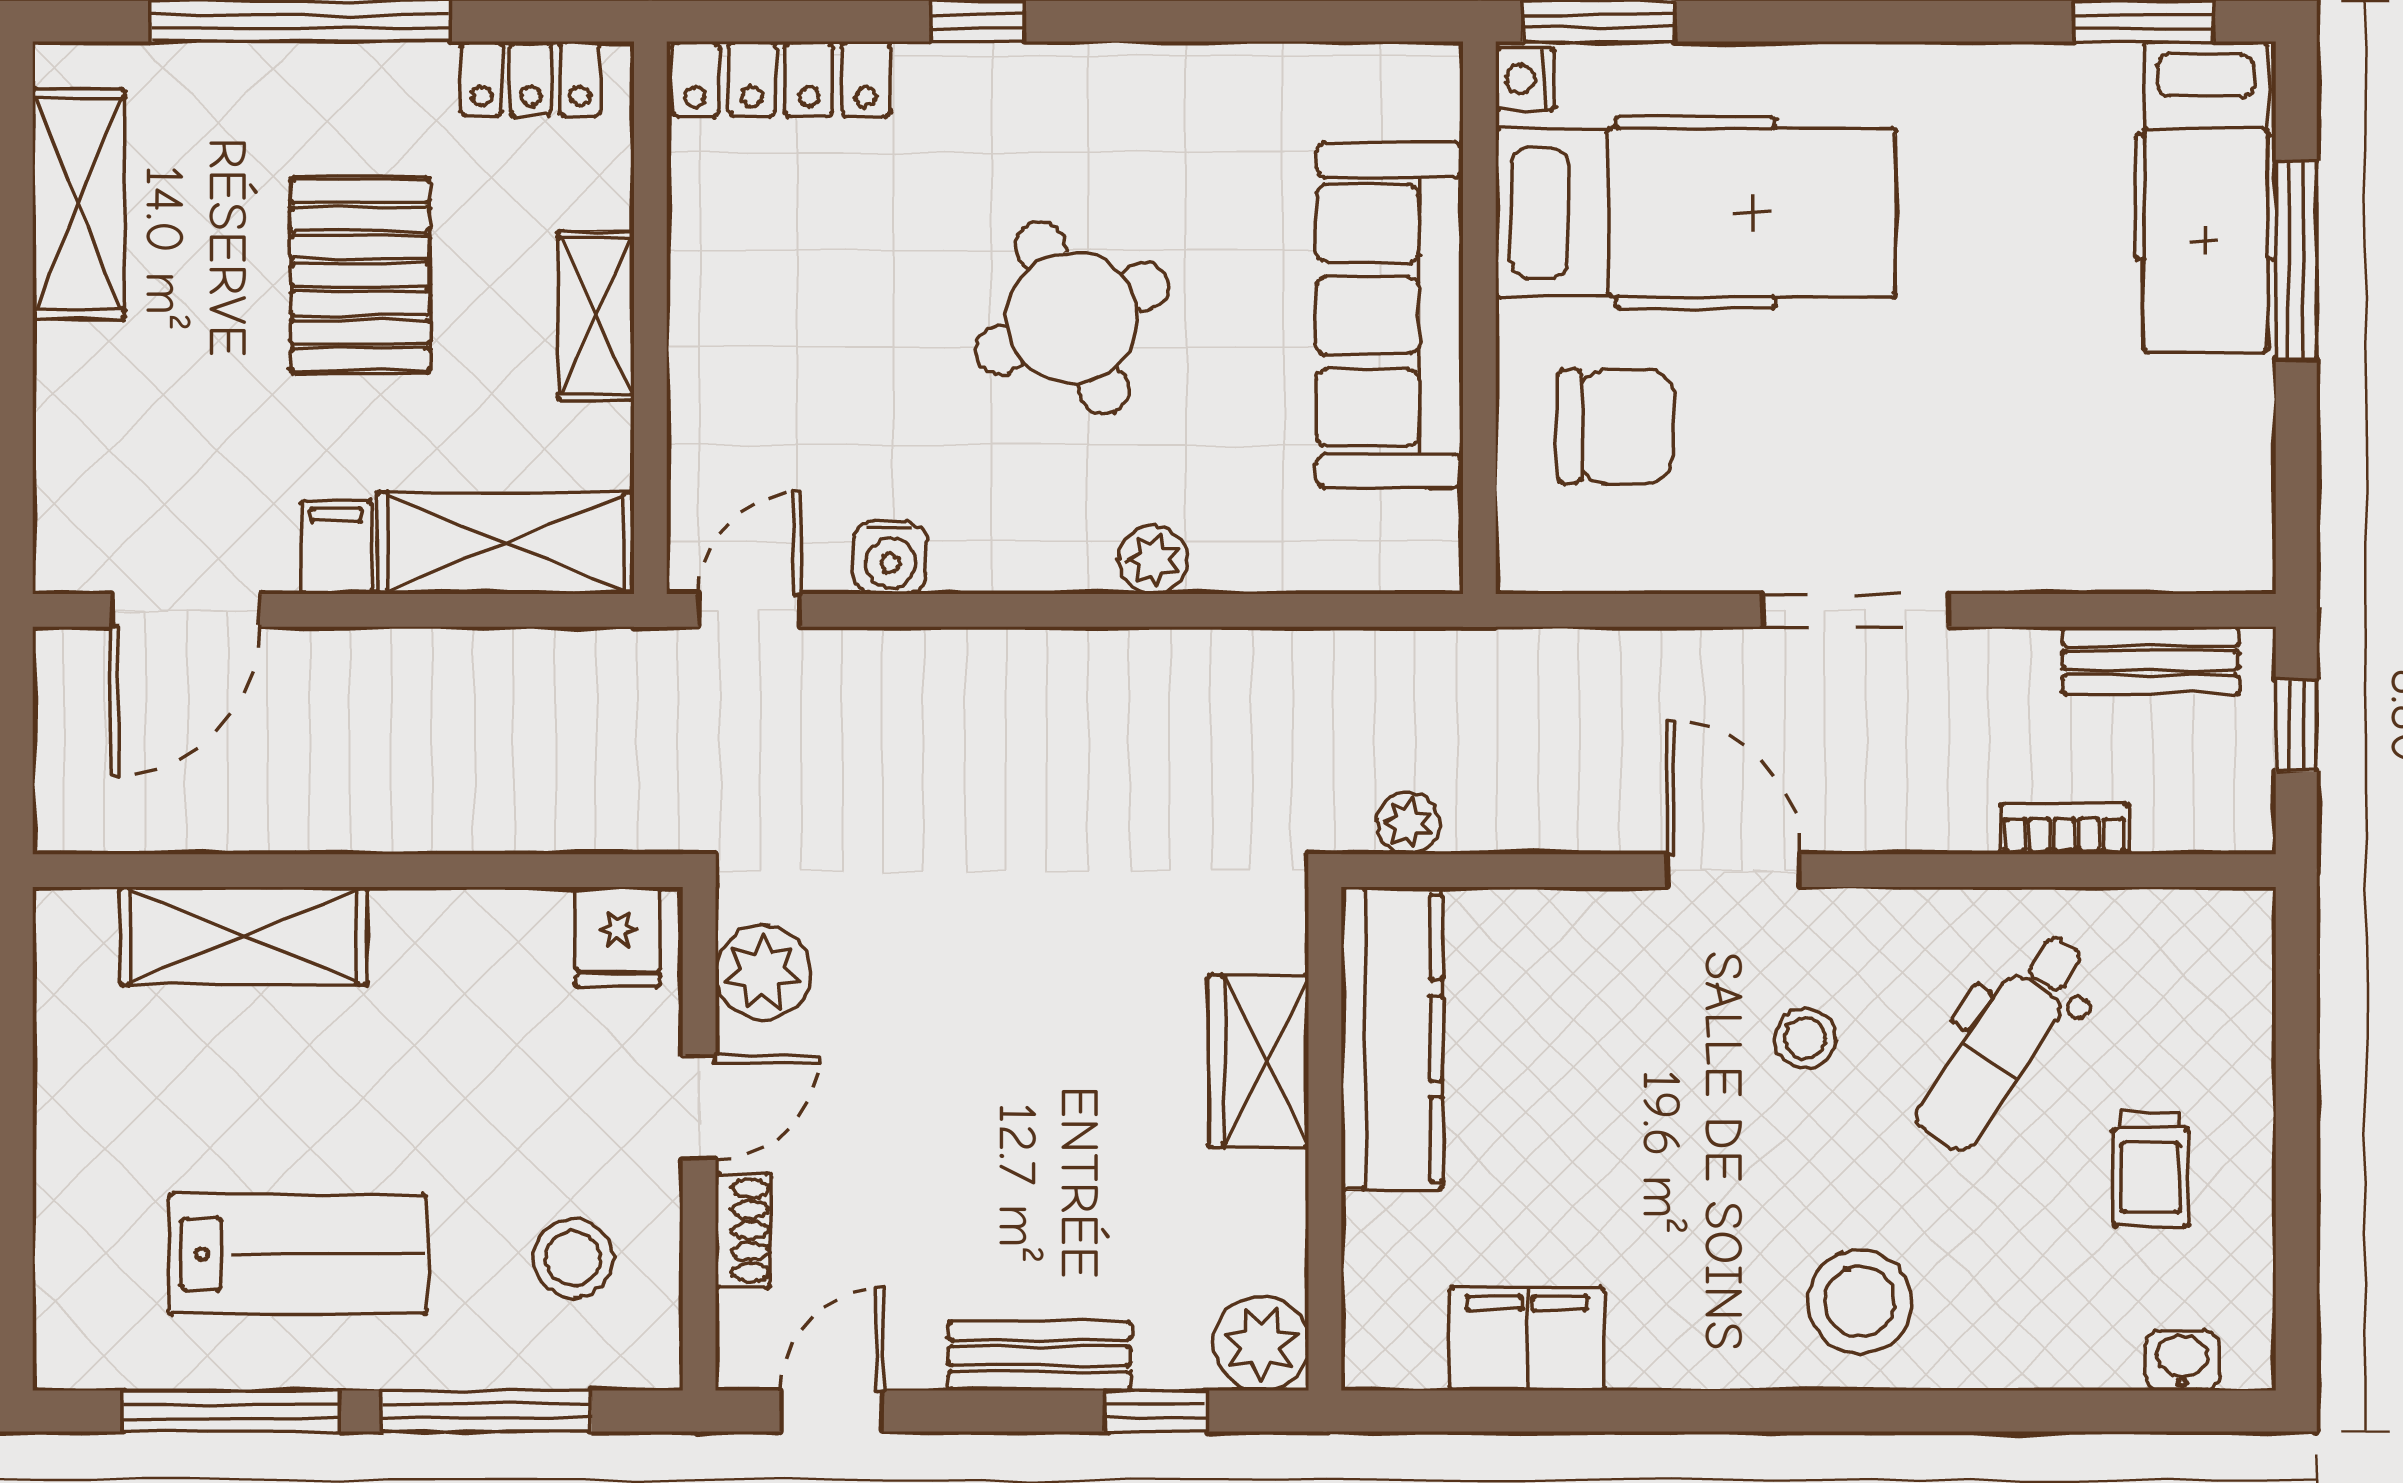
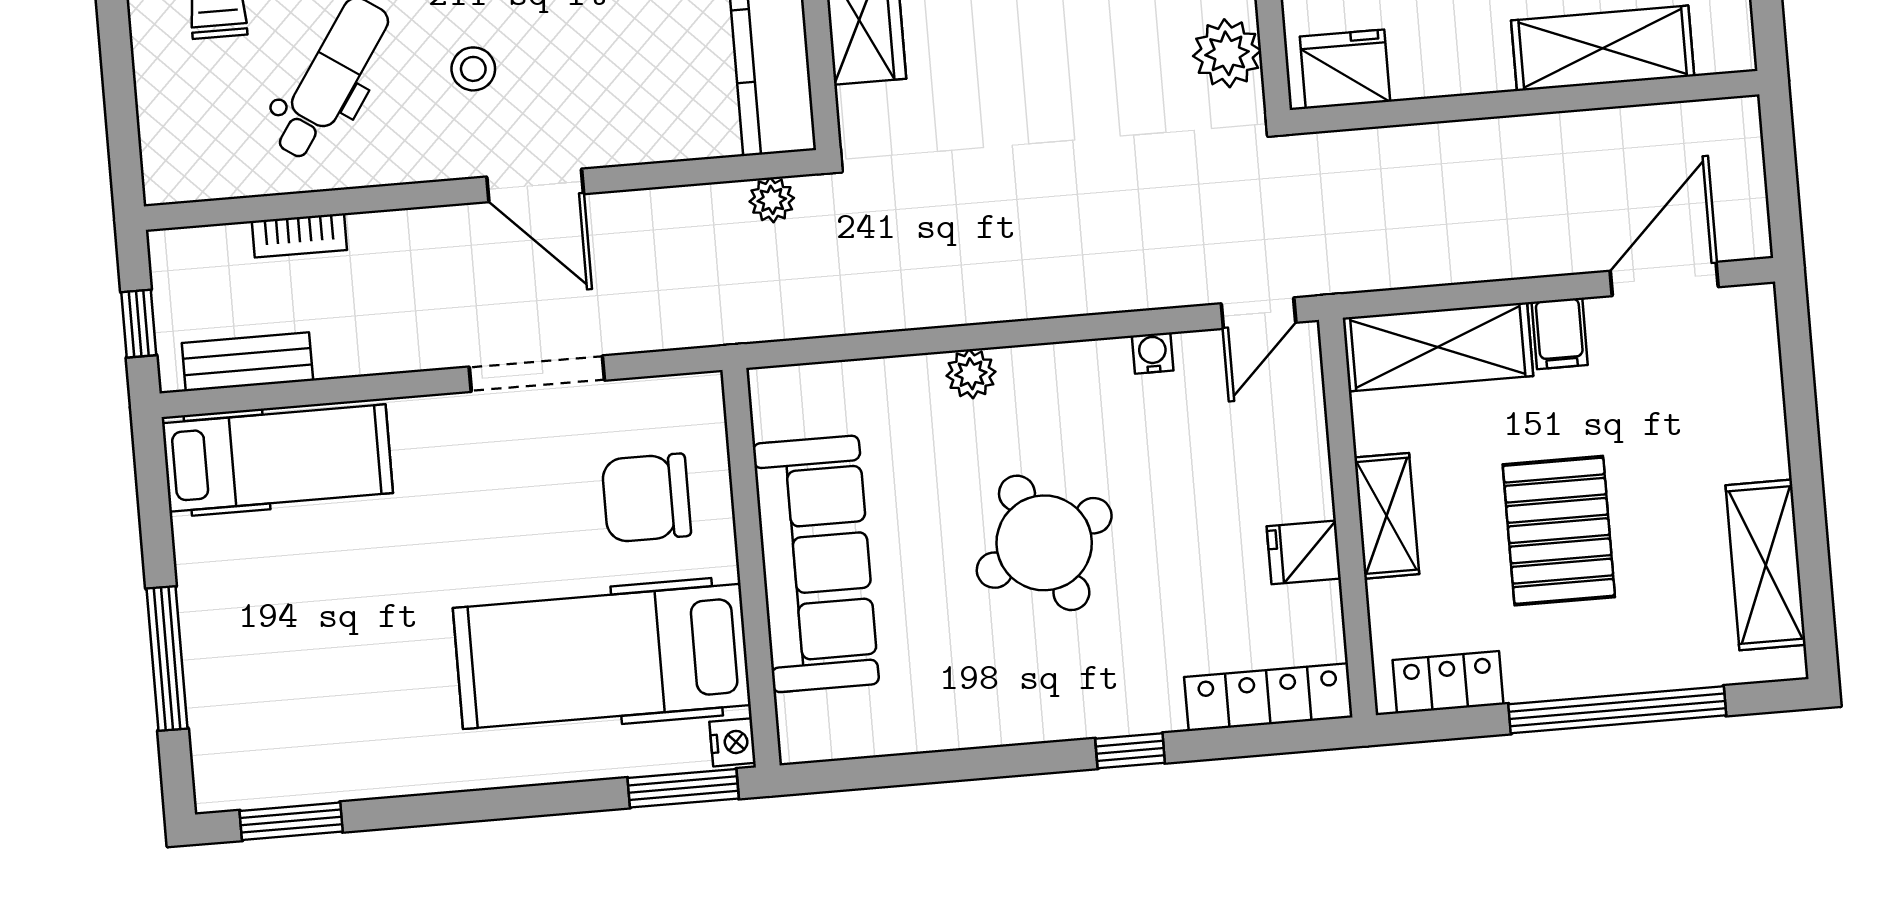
hospital bed: (2206, 197) -> (277, 458), moved, turned 90
fridge: (715, 275) -> (1304, 552), added
water cooler: (890, 557) -> (1153, 353), width x0.72, depth x0.72
doorway: (1855, 610) -> (537, 374), moved
fridge: (618, 937) -> (1345, 69), width x1.38

